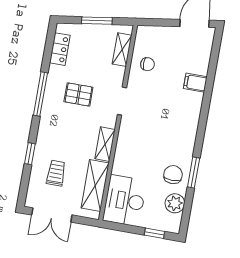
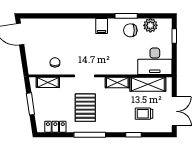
filing cabinet: (195, 83) -> (102, 26), moved
pallet: (78, 94) -> (85, 108), width x1.50, depth x1.42

